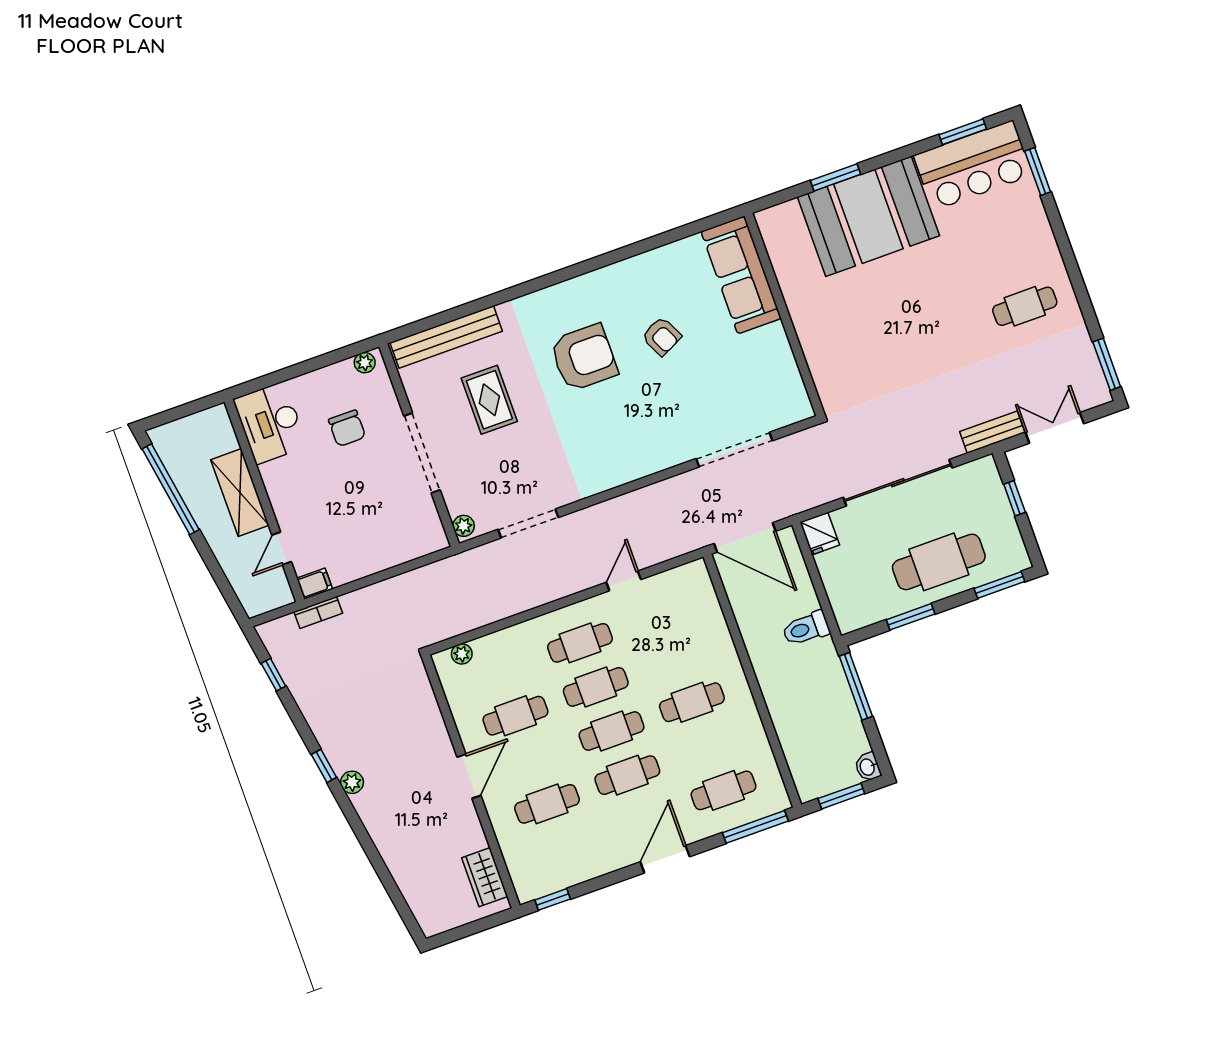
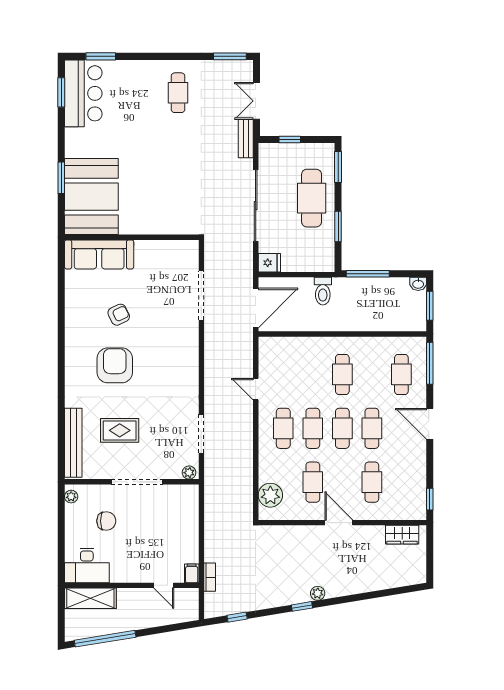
booth: (868, 216) -> (91, 197), moved
shelving: (240, 492) -> (90, 598), moved
plant: (462, 654) -> (270, 495), width x1.88, depth x1.88

